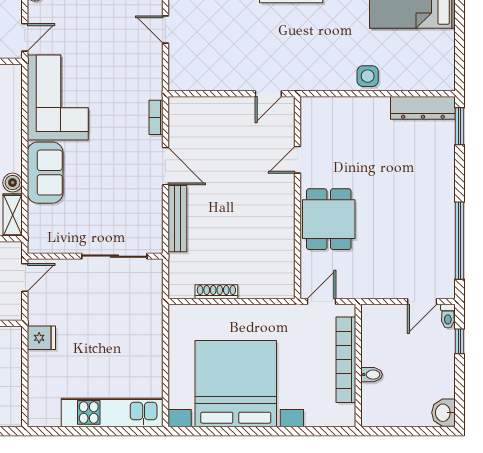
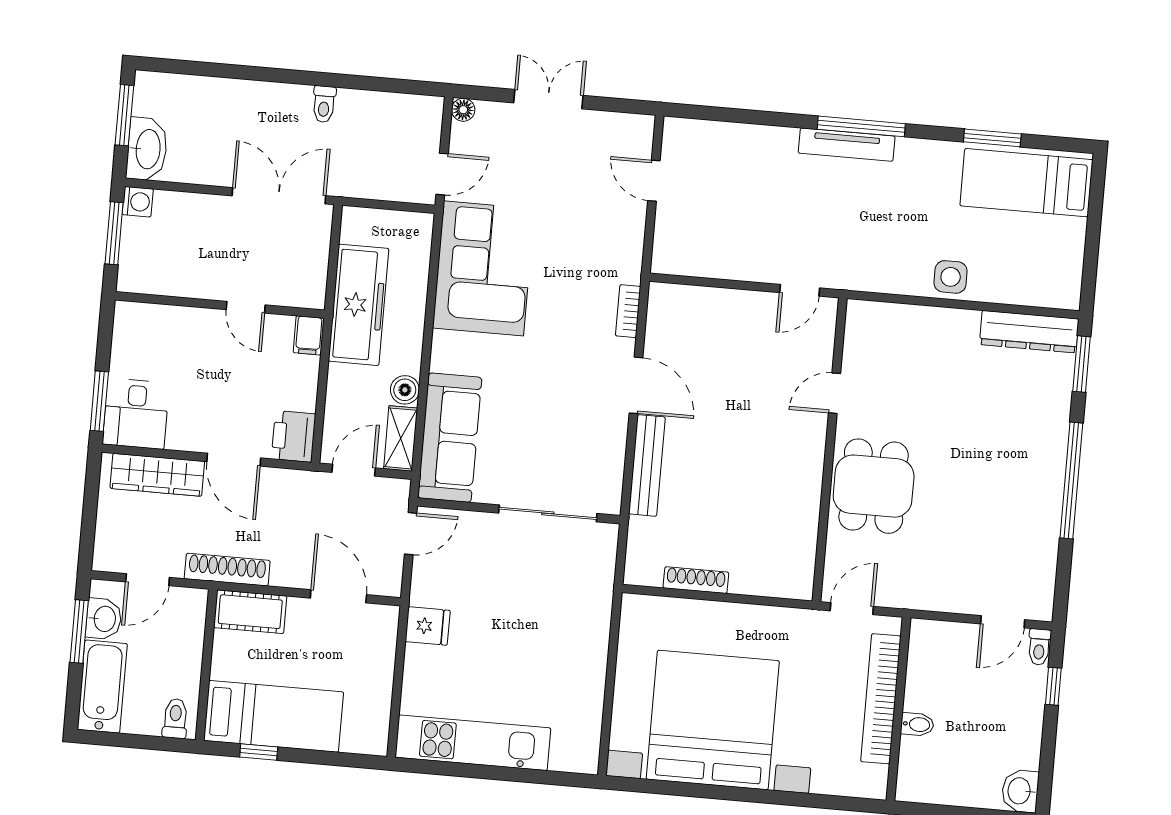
sofa: (45, 173) -> (450, 438), moved, width x1.36
window: (460, 241) -> (1071, 481), moved
kitchen unit: (112, 412) -> (473, 743), moved

